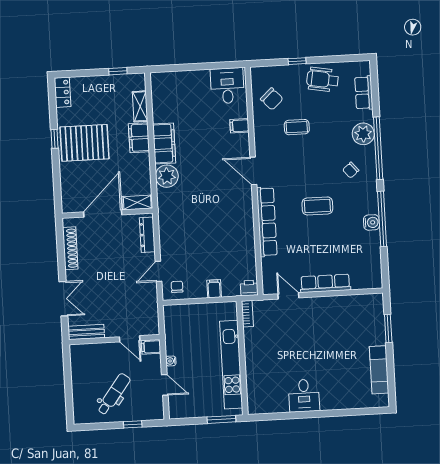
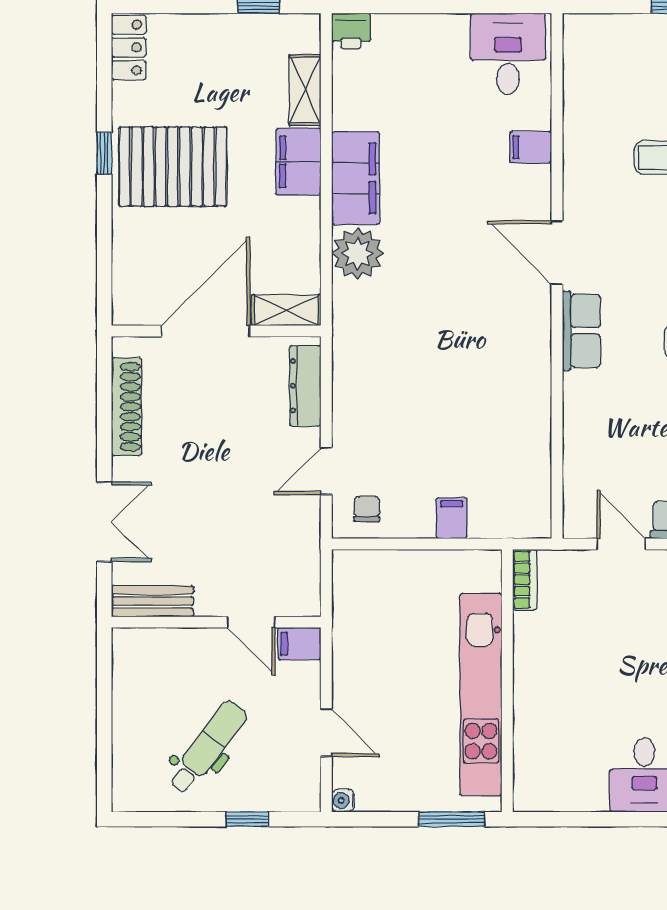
chair: (272, 99) -> (609, 90), removed
row of seats: (267, 222) -> (581, 331), width x0.50
printer: (249, 288) -> (351, 31), moved, turned 180
water cooler: (171, 361) -> (343, 801), moved

